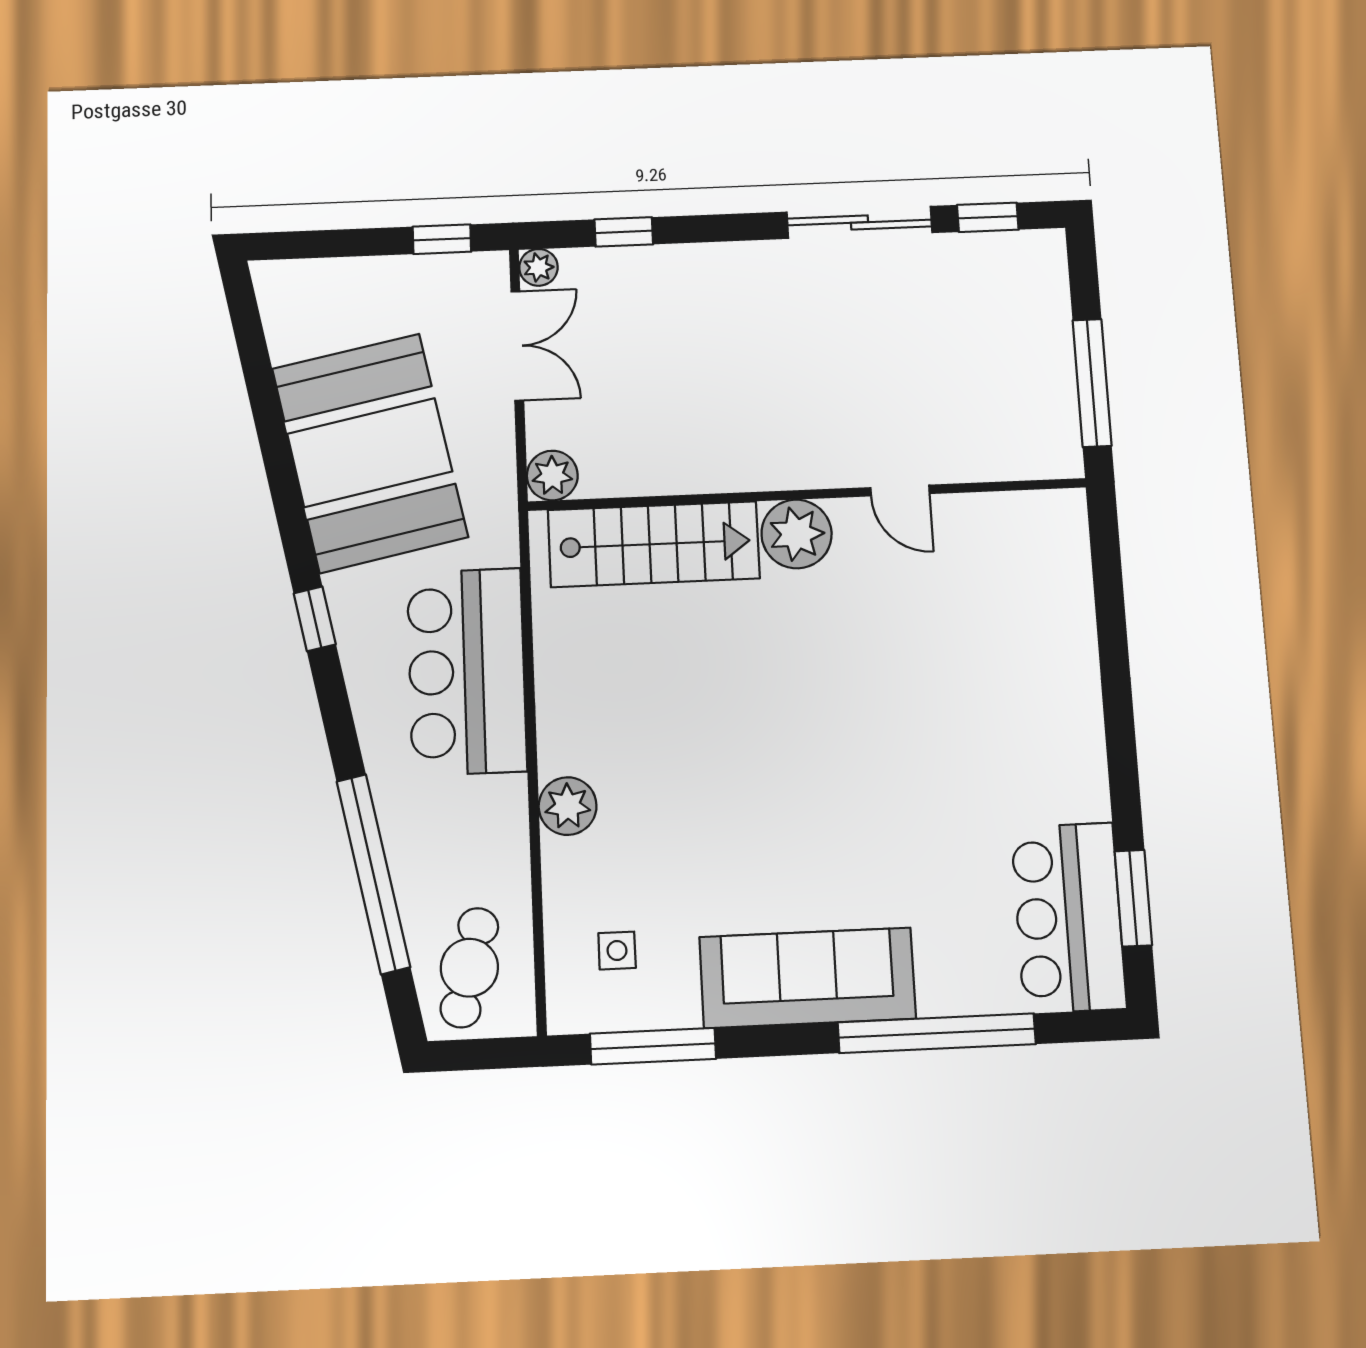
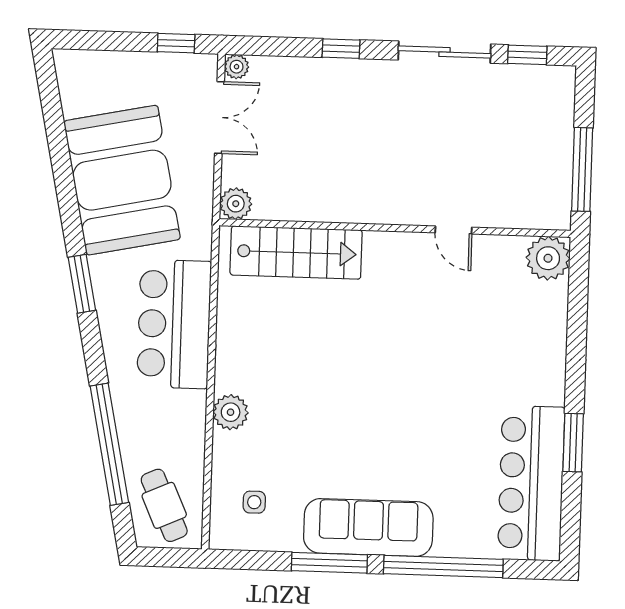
window: (624, 232) -> (341, 49), moved
plant: (797, 534) -> (548, 258), moved
window: (315, 619) -> (82, 284), width x1.50
window: (1133, 898) -> (573, 443), moved
bar counter: (1068, 918) -> (531, 483), width x1.36
cafe table: (469, 968) -> (164, 505), turned -38
window: (653, 1046) -> (329, 563), moved

